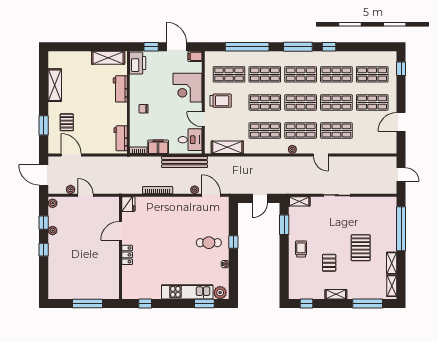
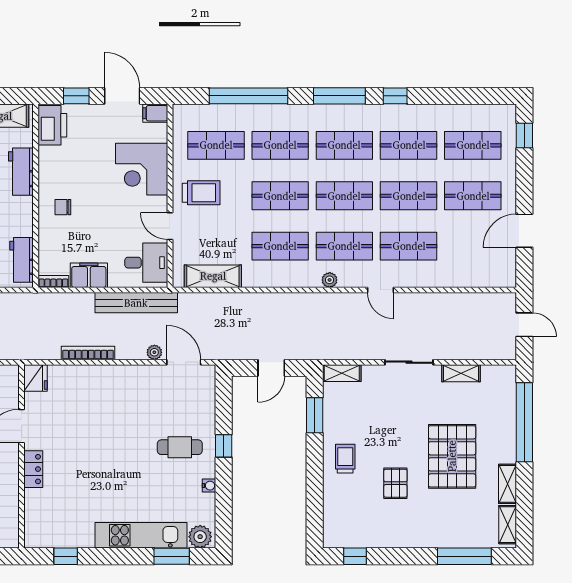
pallet: (361, 248) -> (452, 456), width x1.37, depth x1.41
shelving: (336, 294) -> (461, 373), moved

